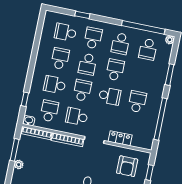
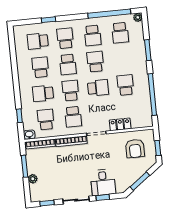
school desk: (77, 117) -> (73, 117), turned -90

